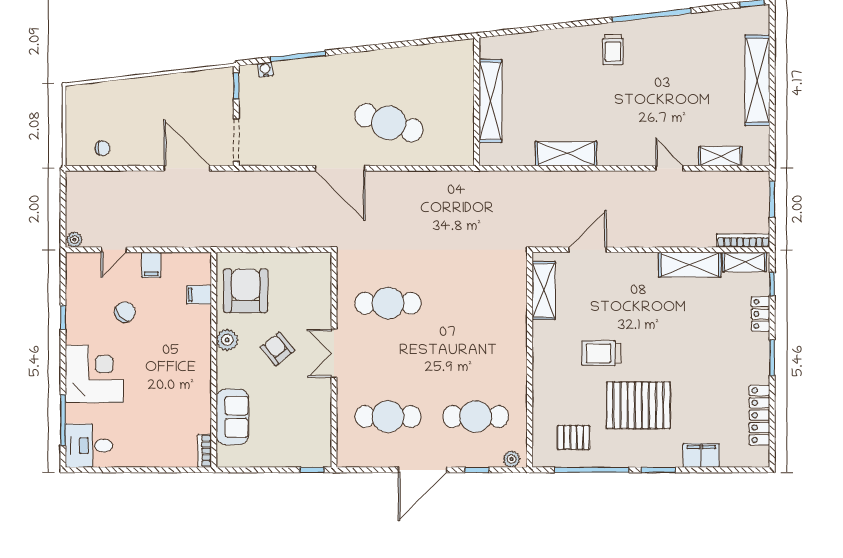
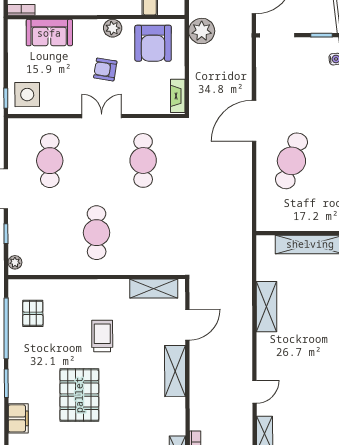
plant: (231, 232) -> (202, 31), added
door: (588, 250) -> (187, 325), hinge flipped
fireplace: (310, 261) -> (178, 96), added
shelving: (690, 265) -> (175, 371), moved
armchair: (246, 291) -> (153, 43), turned 90
armchair: (277, 349) -> (105, 69), turned -132
pallet: (638, 405) -> (79, 395), moved
cafe table: (476, 417) -> (97, 233), moved
side table: (308, 444) -> (27, 95), added

